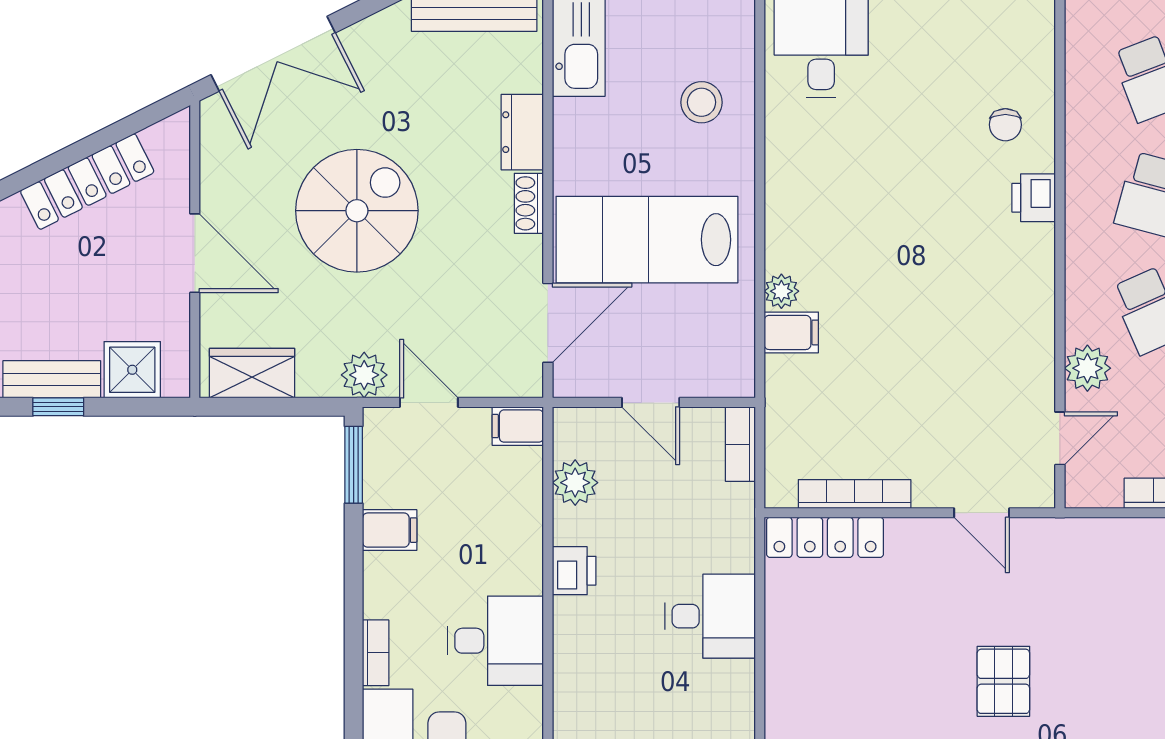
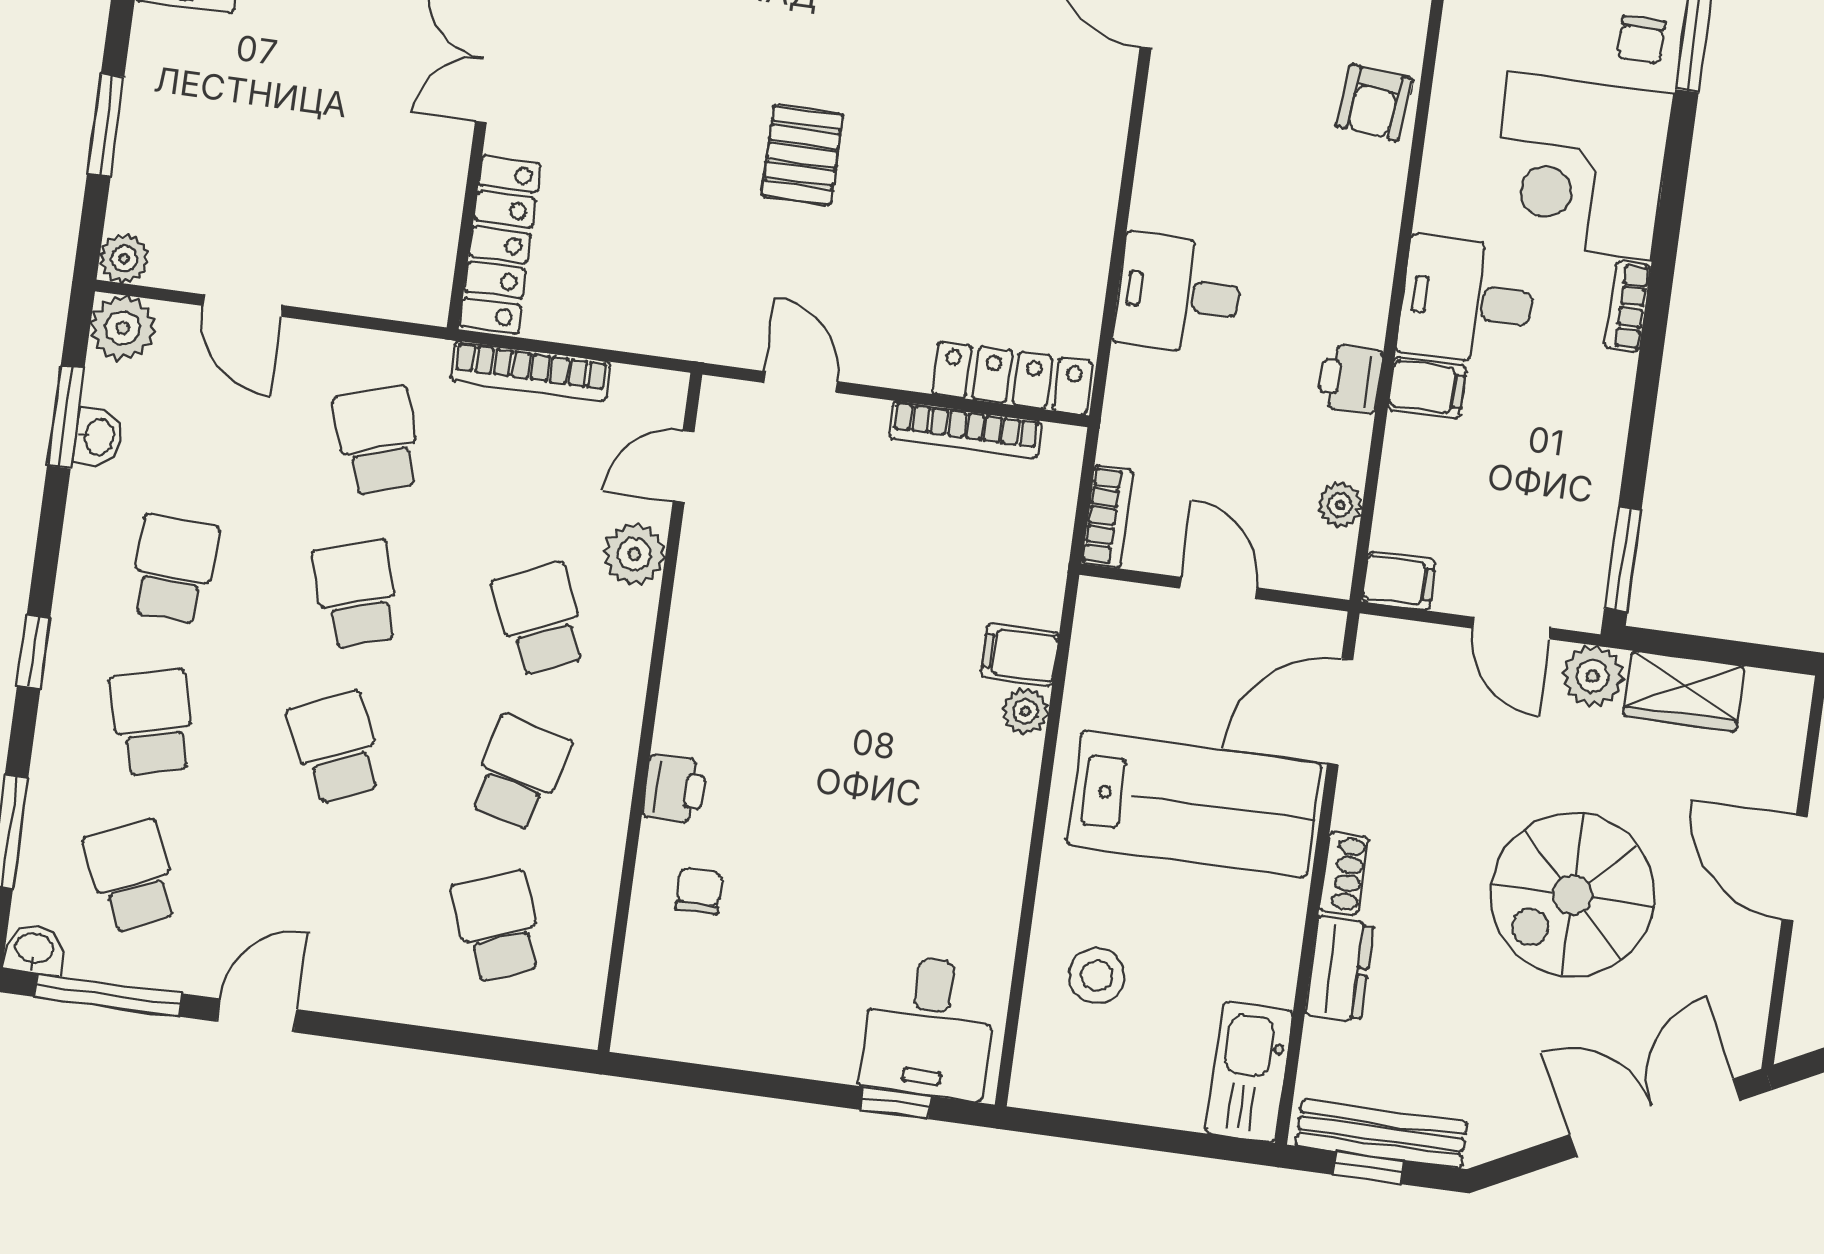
wardrobe: (252, 373) -> (1684, 691), moved
plant: (575, 483) -> (1340, 505), width x0.73, depth x0.73
filing cabinet: (390, 530) -> (1427, 388), moved, turned 180

